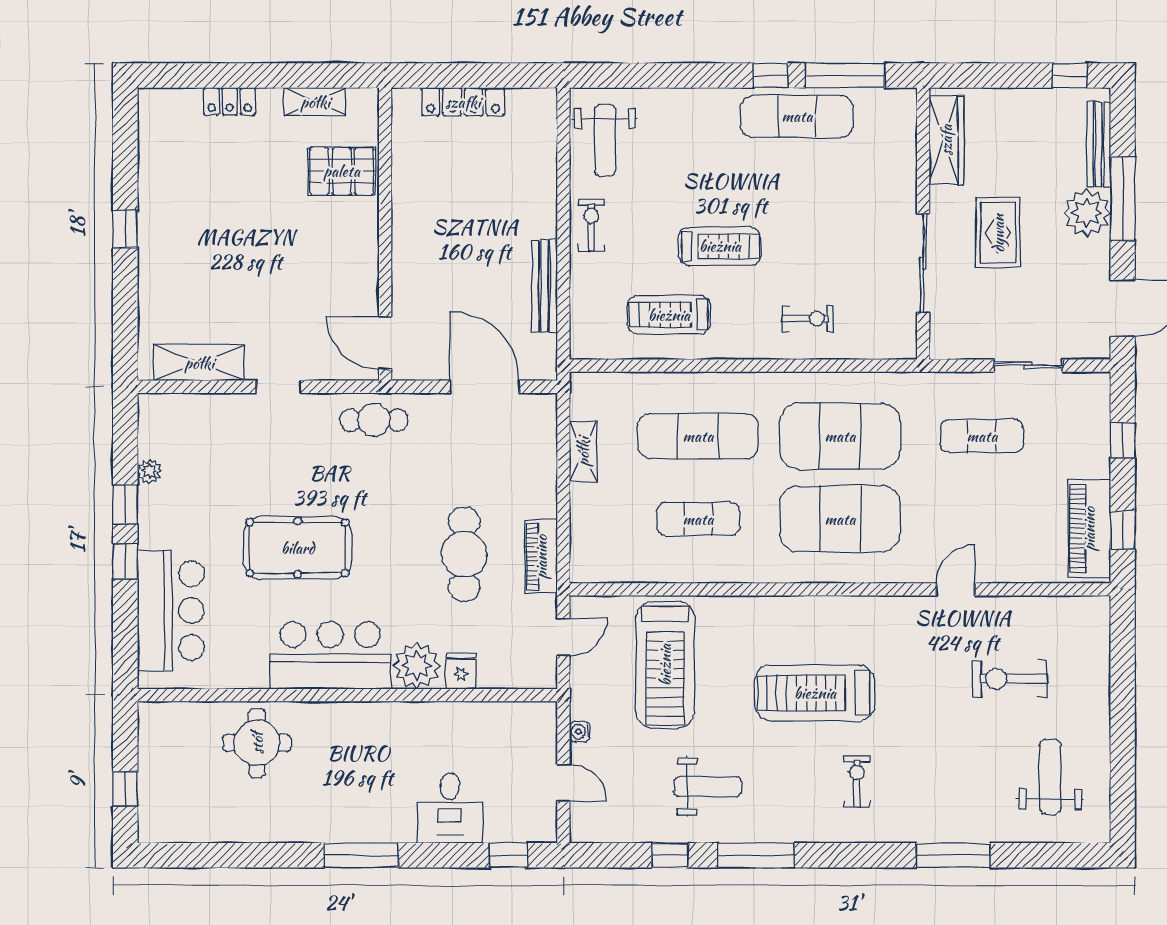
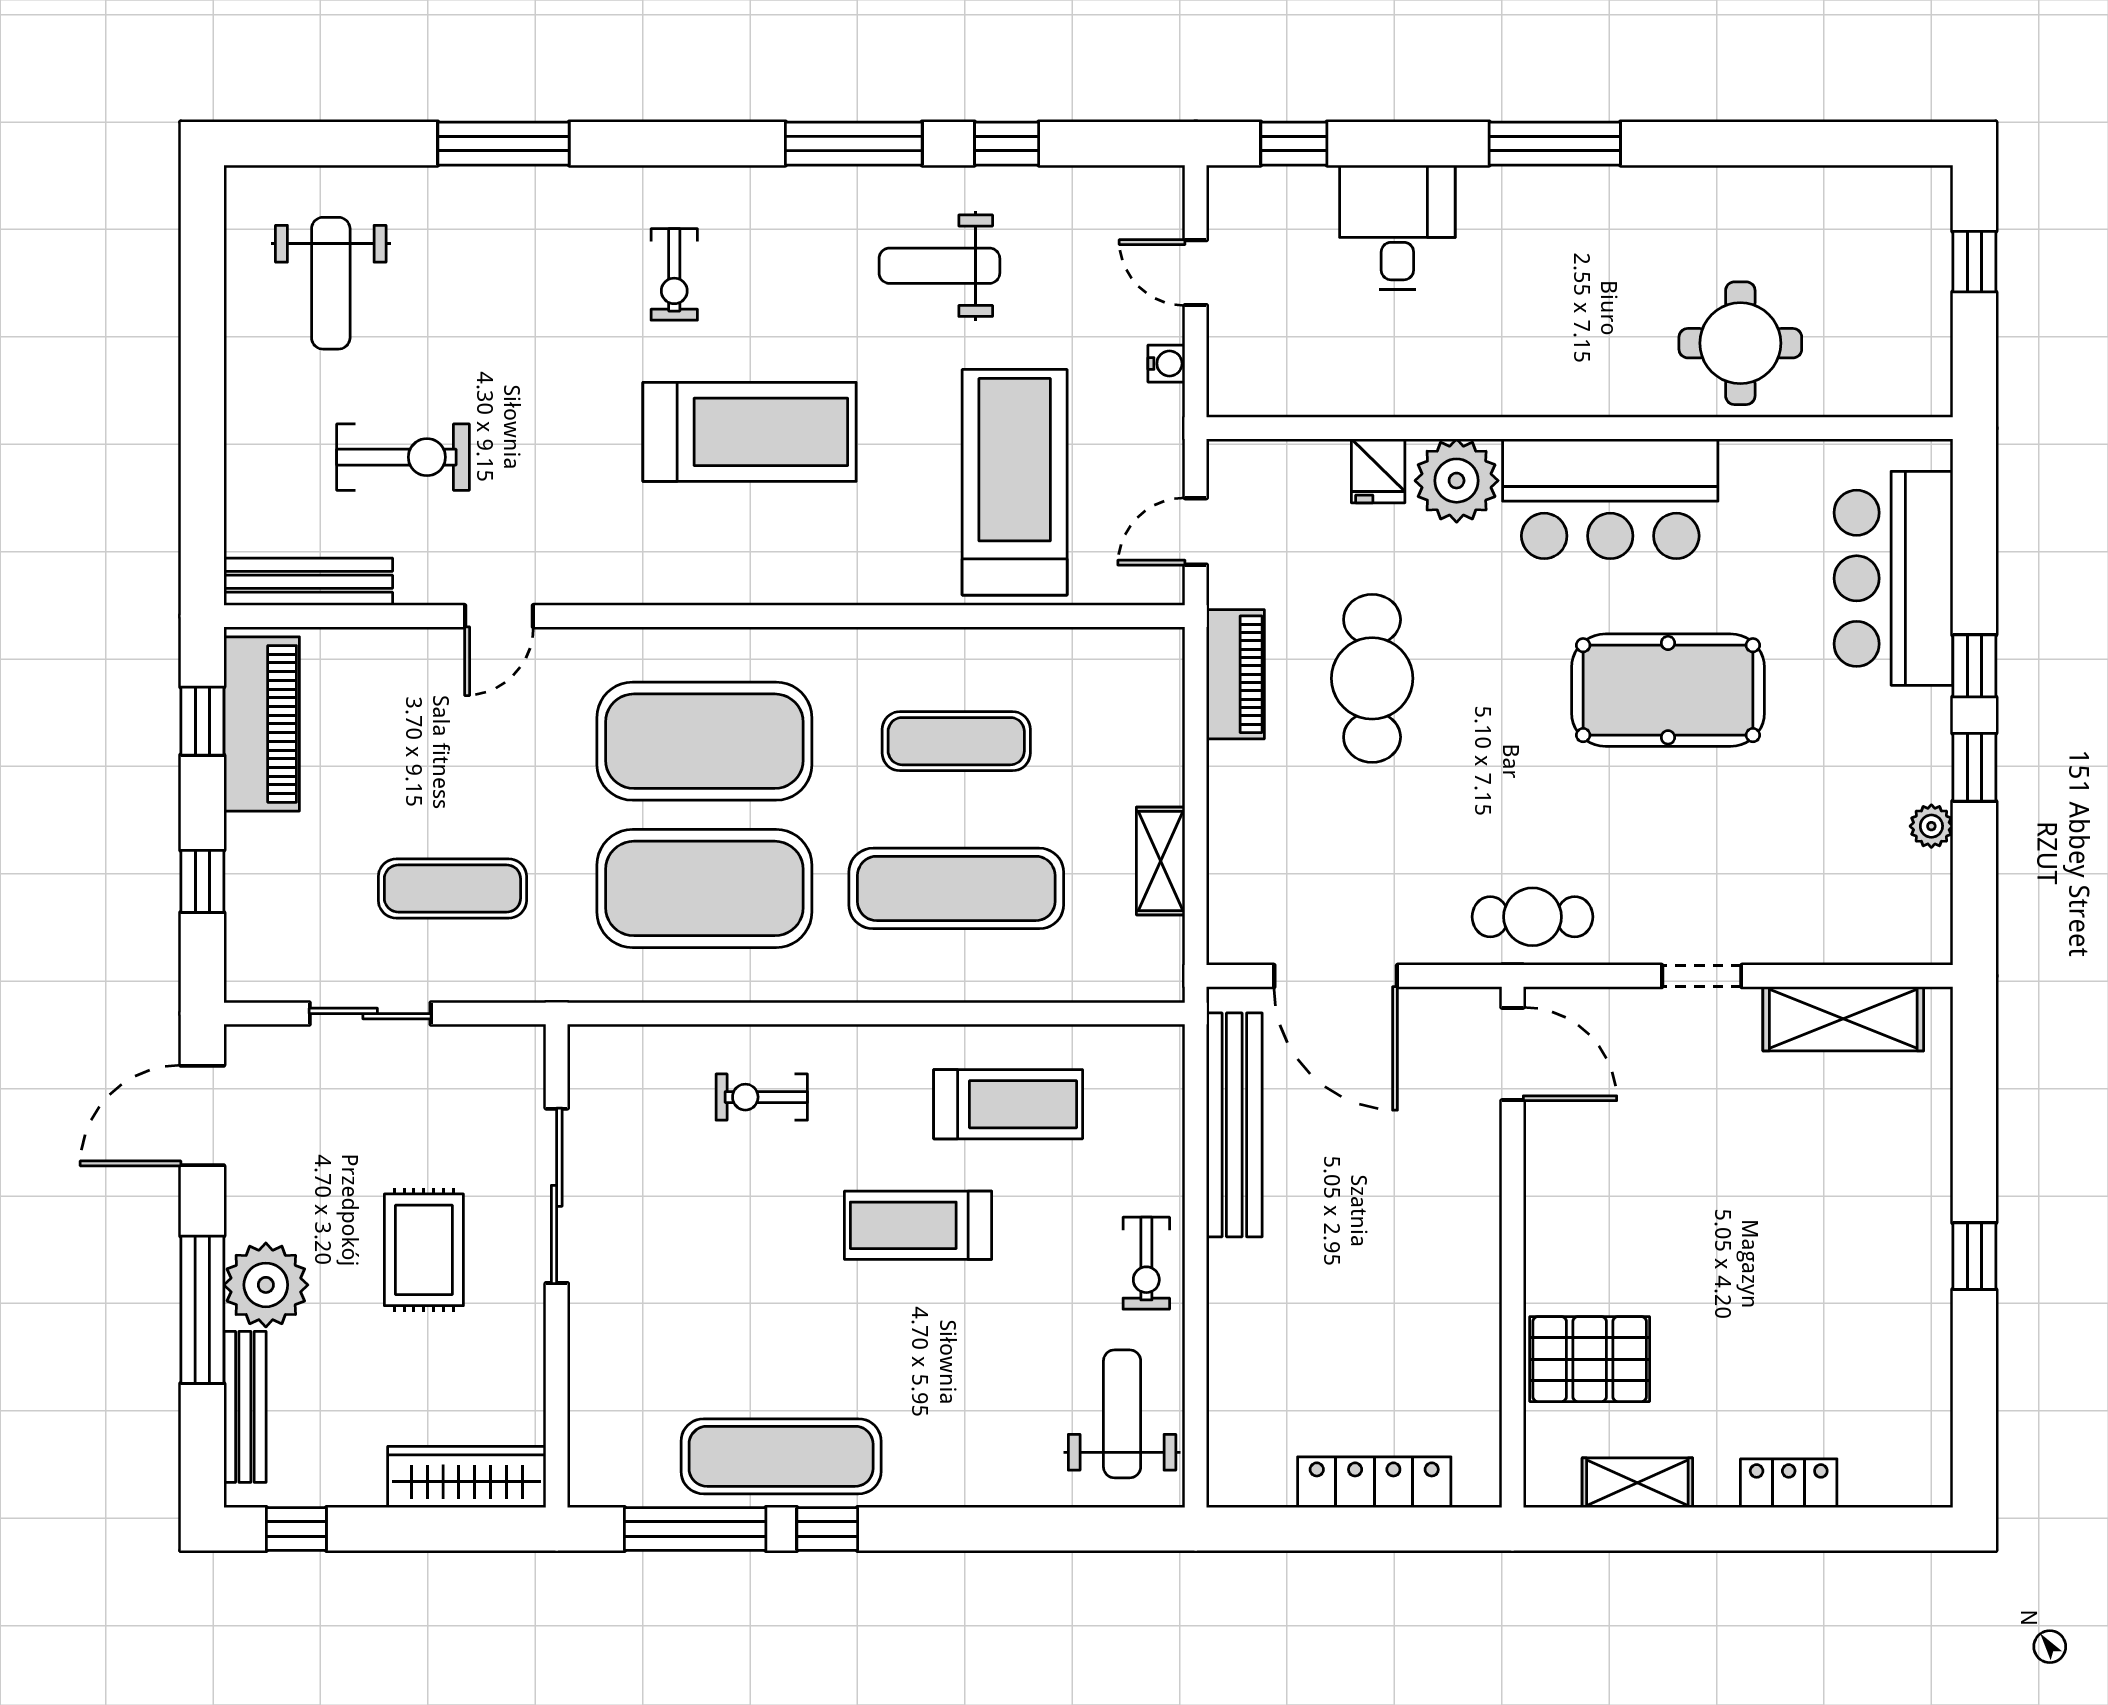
wardrobe: (946, 140) -> (467, 1477), moved, turned 90
bench: (544, 286) -> (1234, 1125), width x1.37, depth x1.21
bench: (1063, 609) -> (308, 582), added

